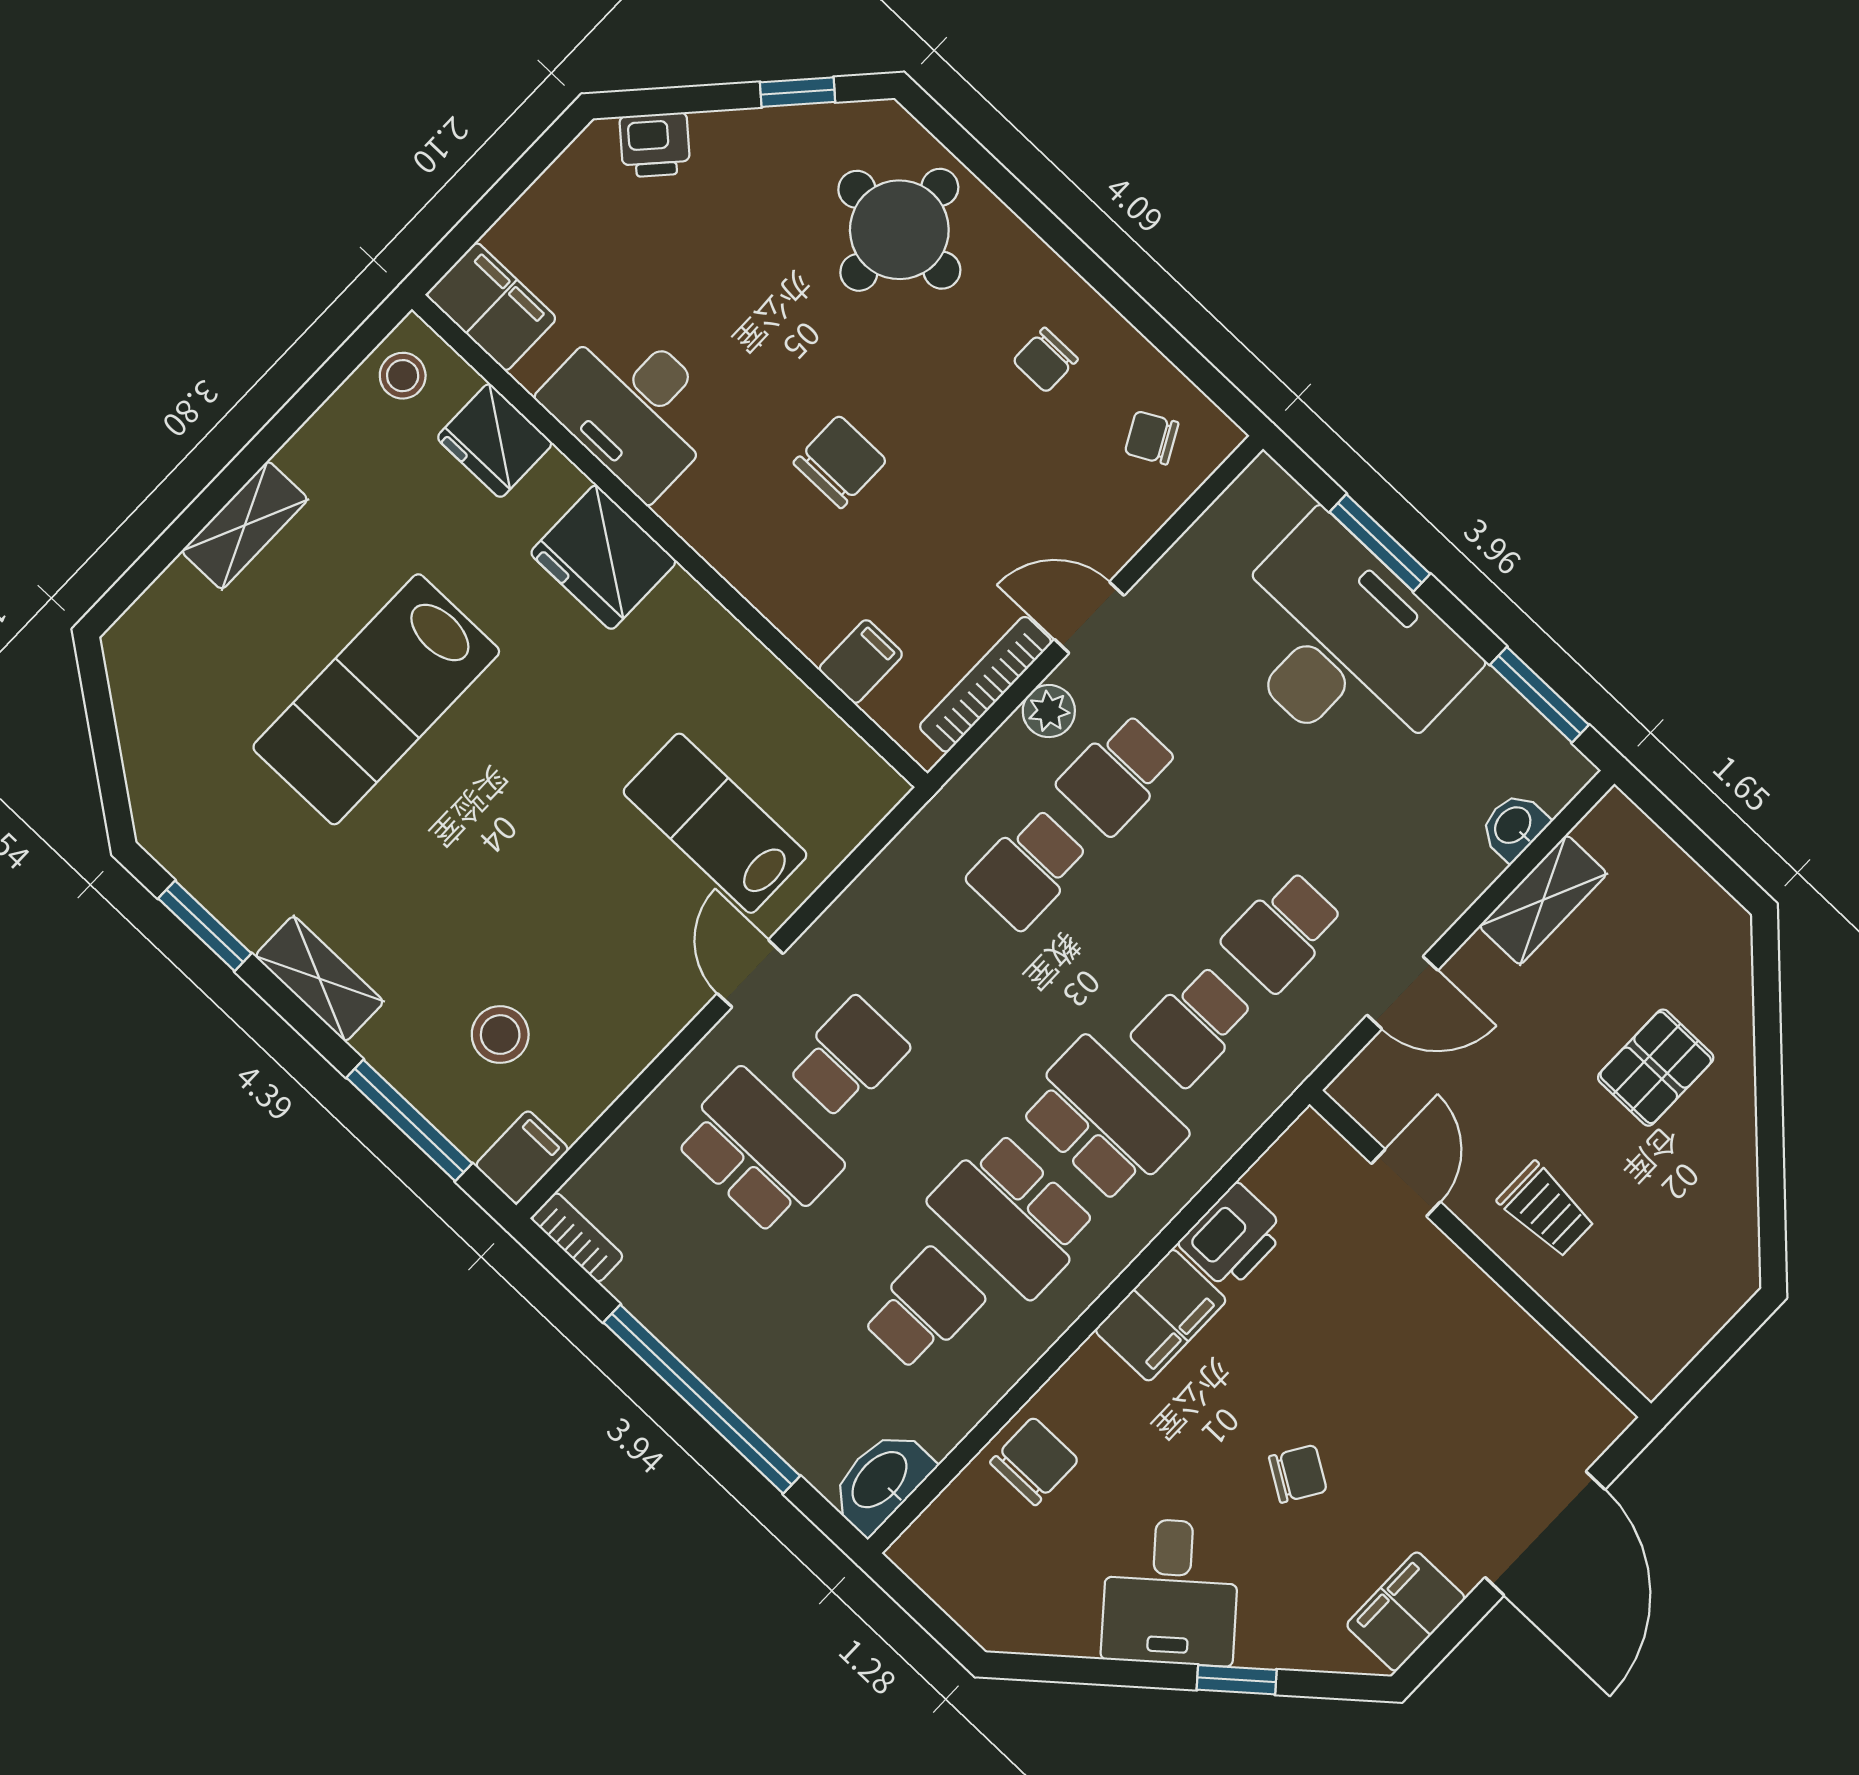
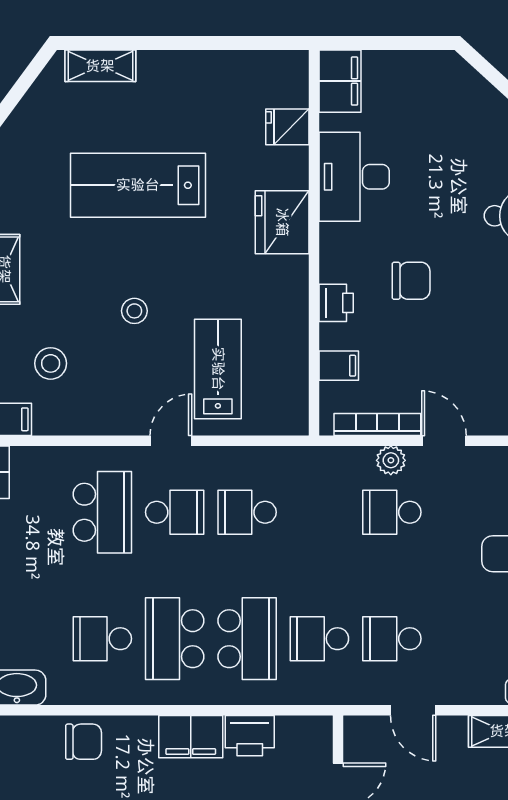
printer: (655, 145) -> (336, 303), moved, turned -133
stool: (403, 376) -> (134, 311), moved
fridge: (495, 441) -> (287, 127), width x0.72
shelving: (245, 525) -> (100, 66), moved
school desk: (1028, 869) -> (247, 512), moved
school desk: (923, 1309) -> (102, 639), turned 180

